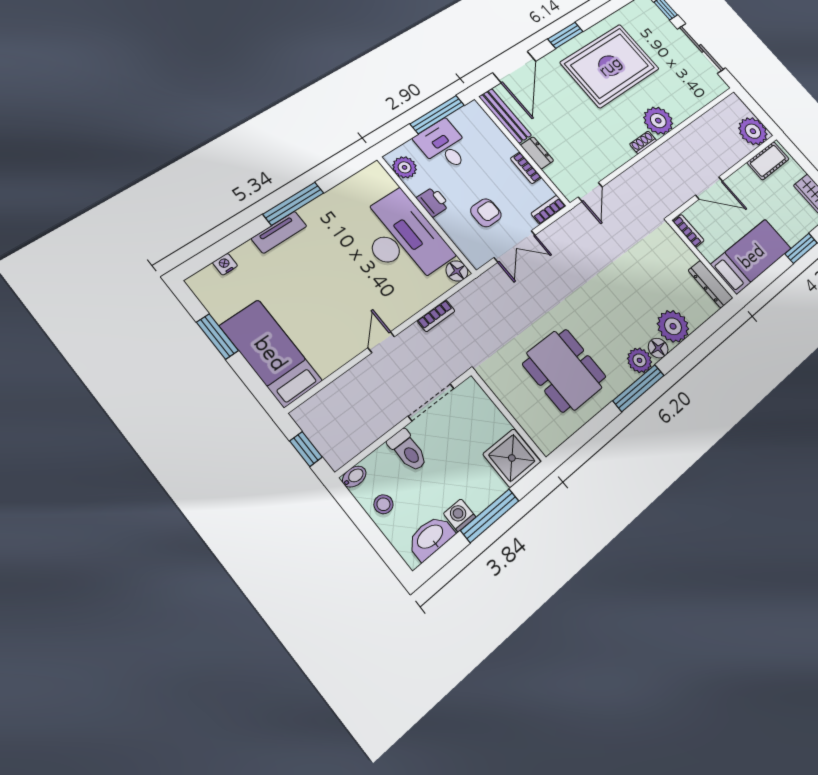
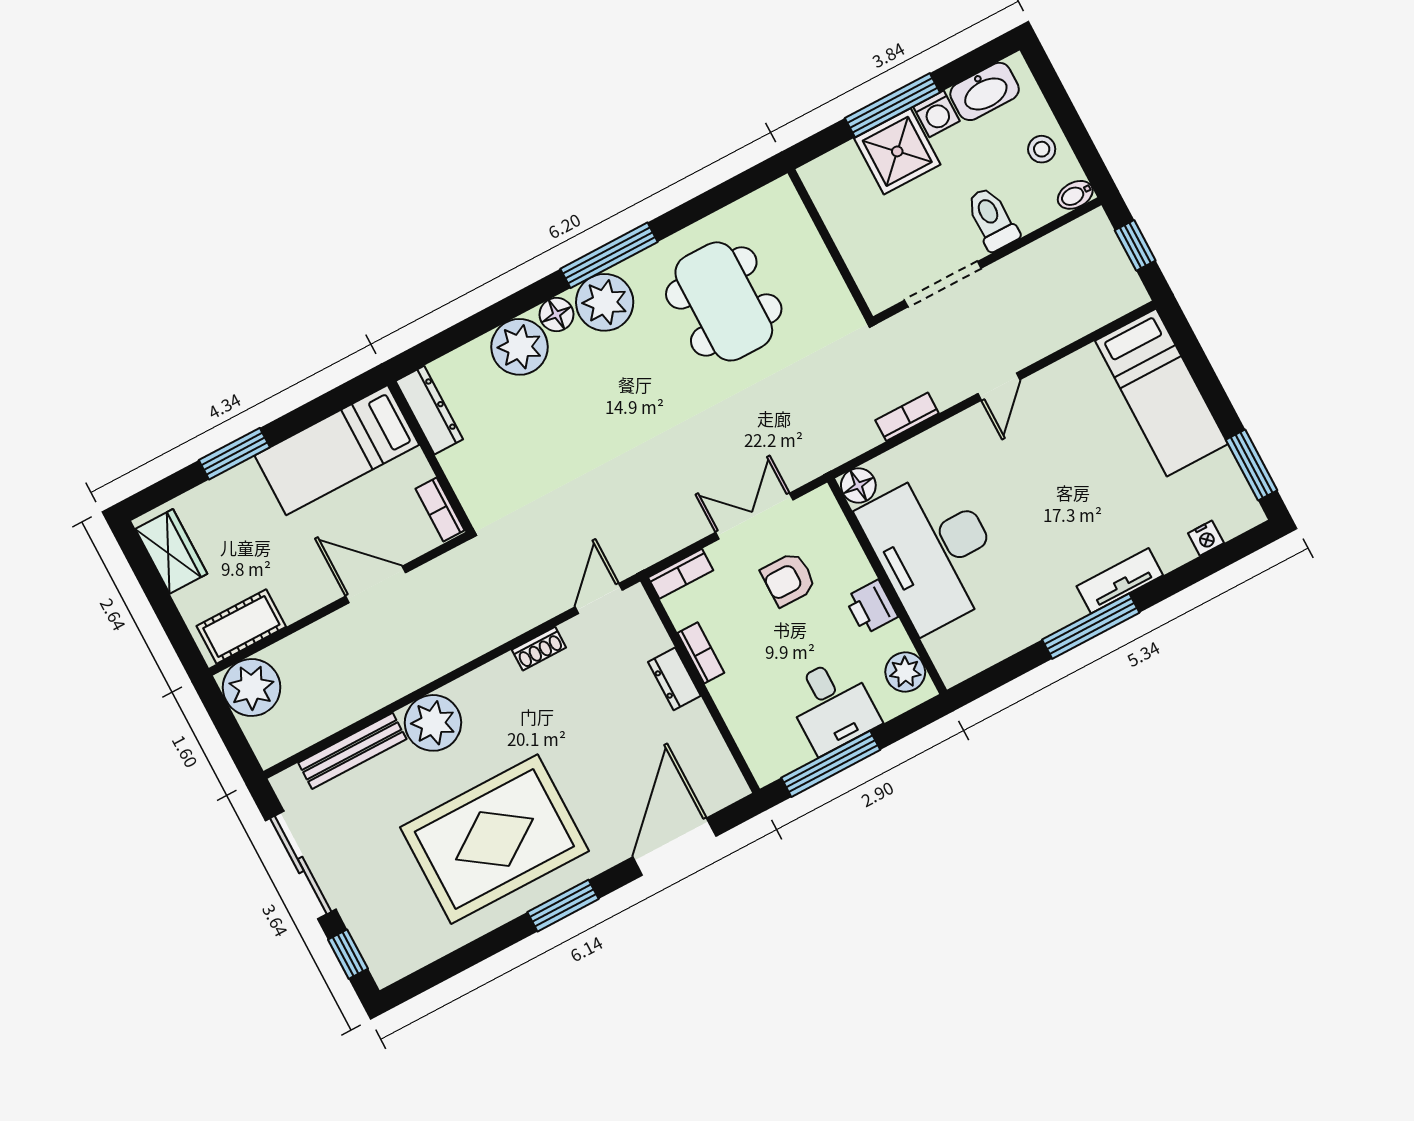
bench: (505, 116) -> (352, 751), moved, turned 90
shoe rack: (643, 142) -> (539, 649), moved
window: (217, 336) -> (1252, 465), moved
plant: (640, 360) -> (605, 302), width x1.36, depth x1.36
shower: (512, 458) -> (897, 151), moved

